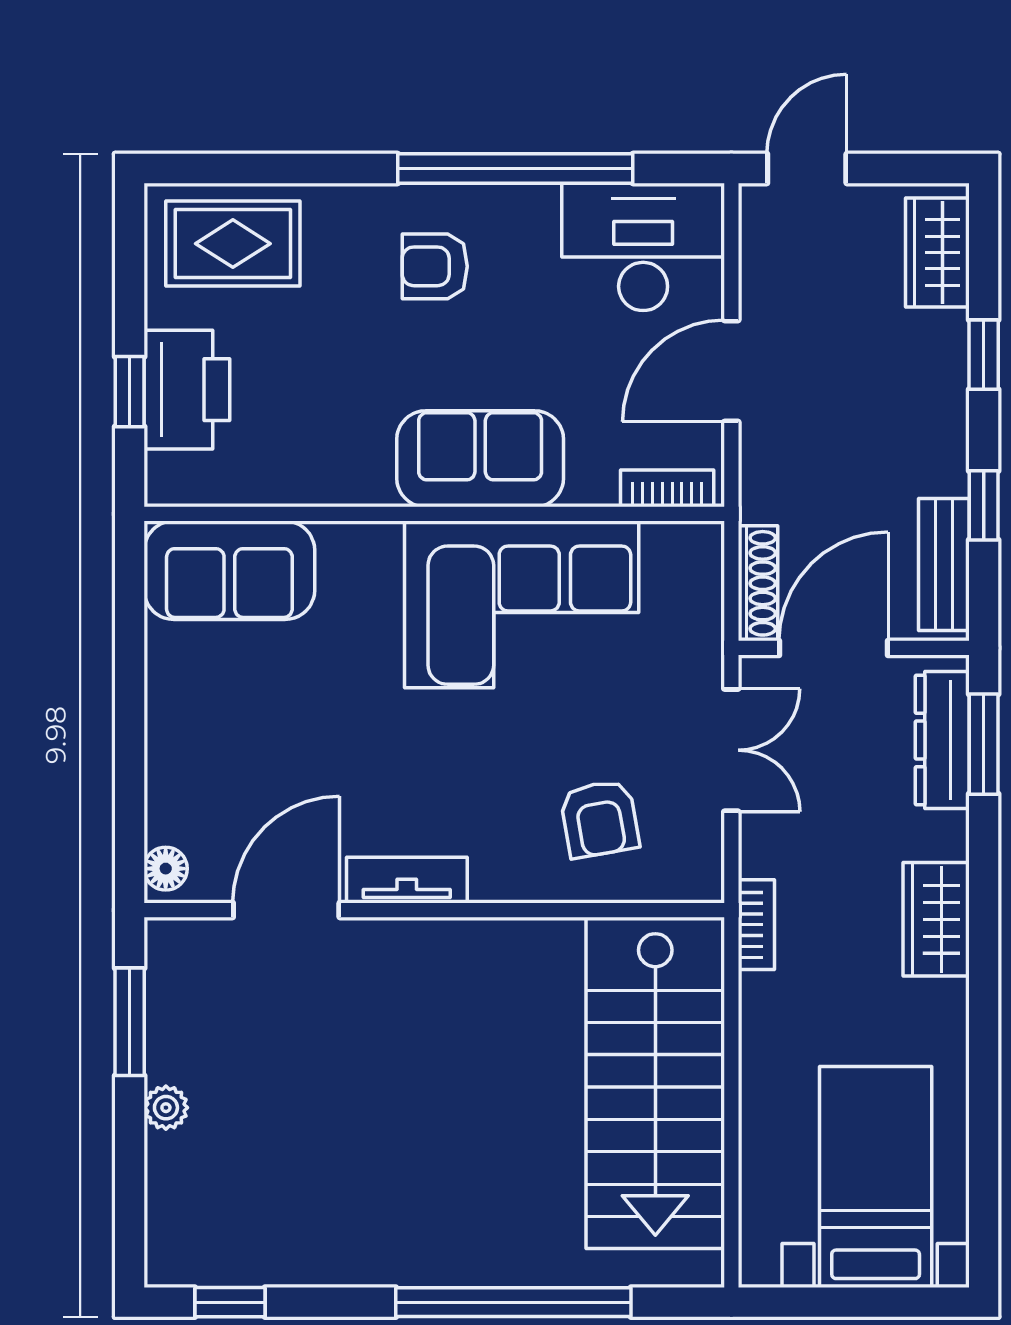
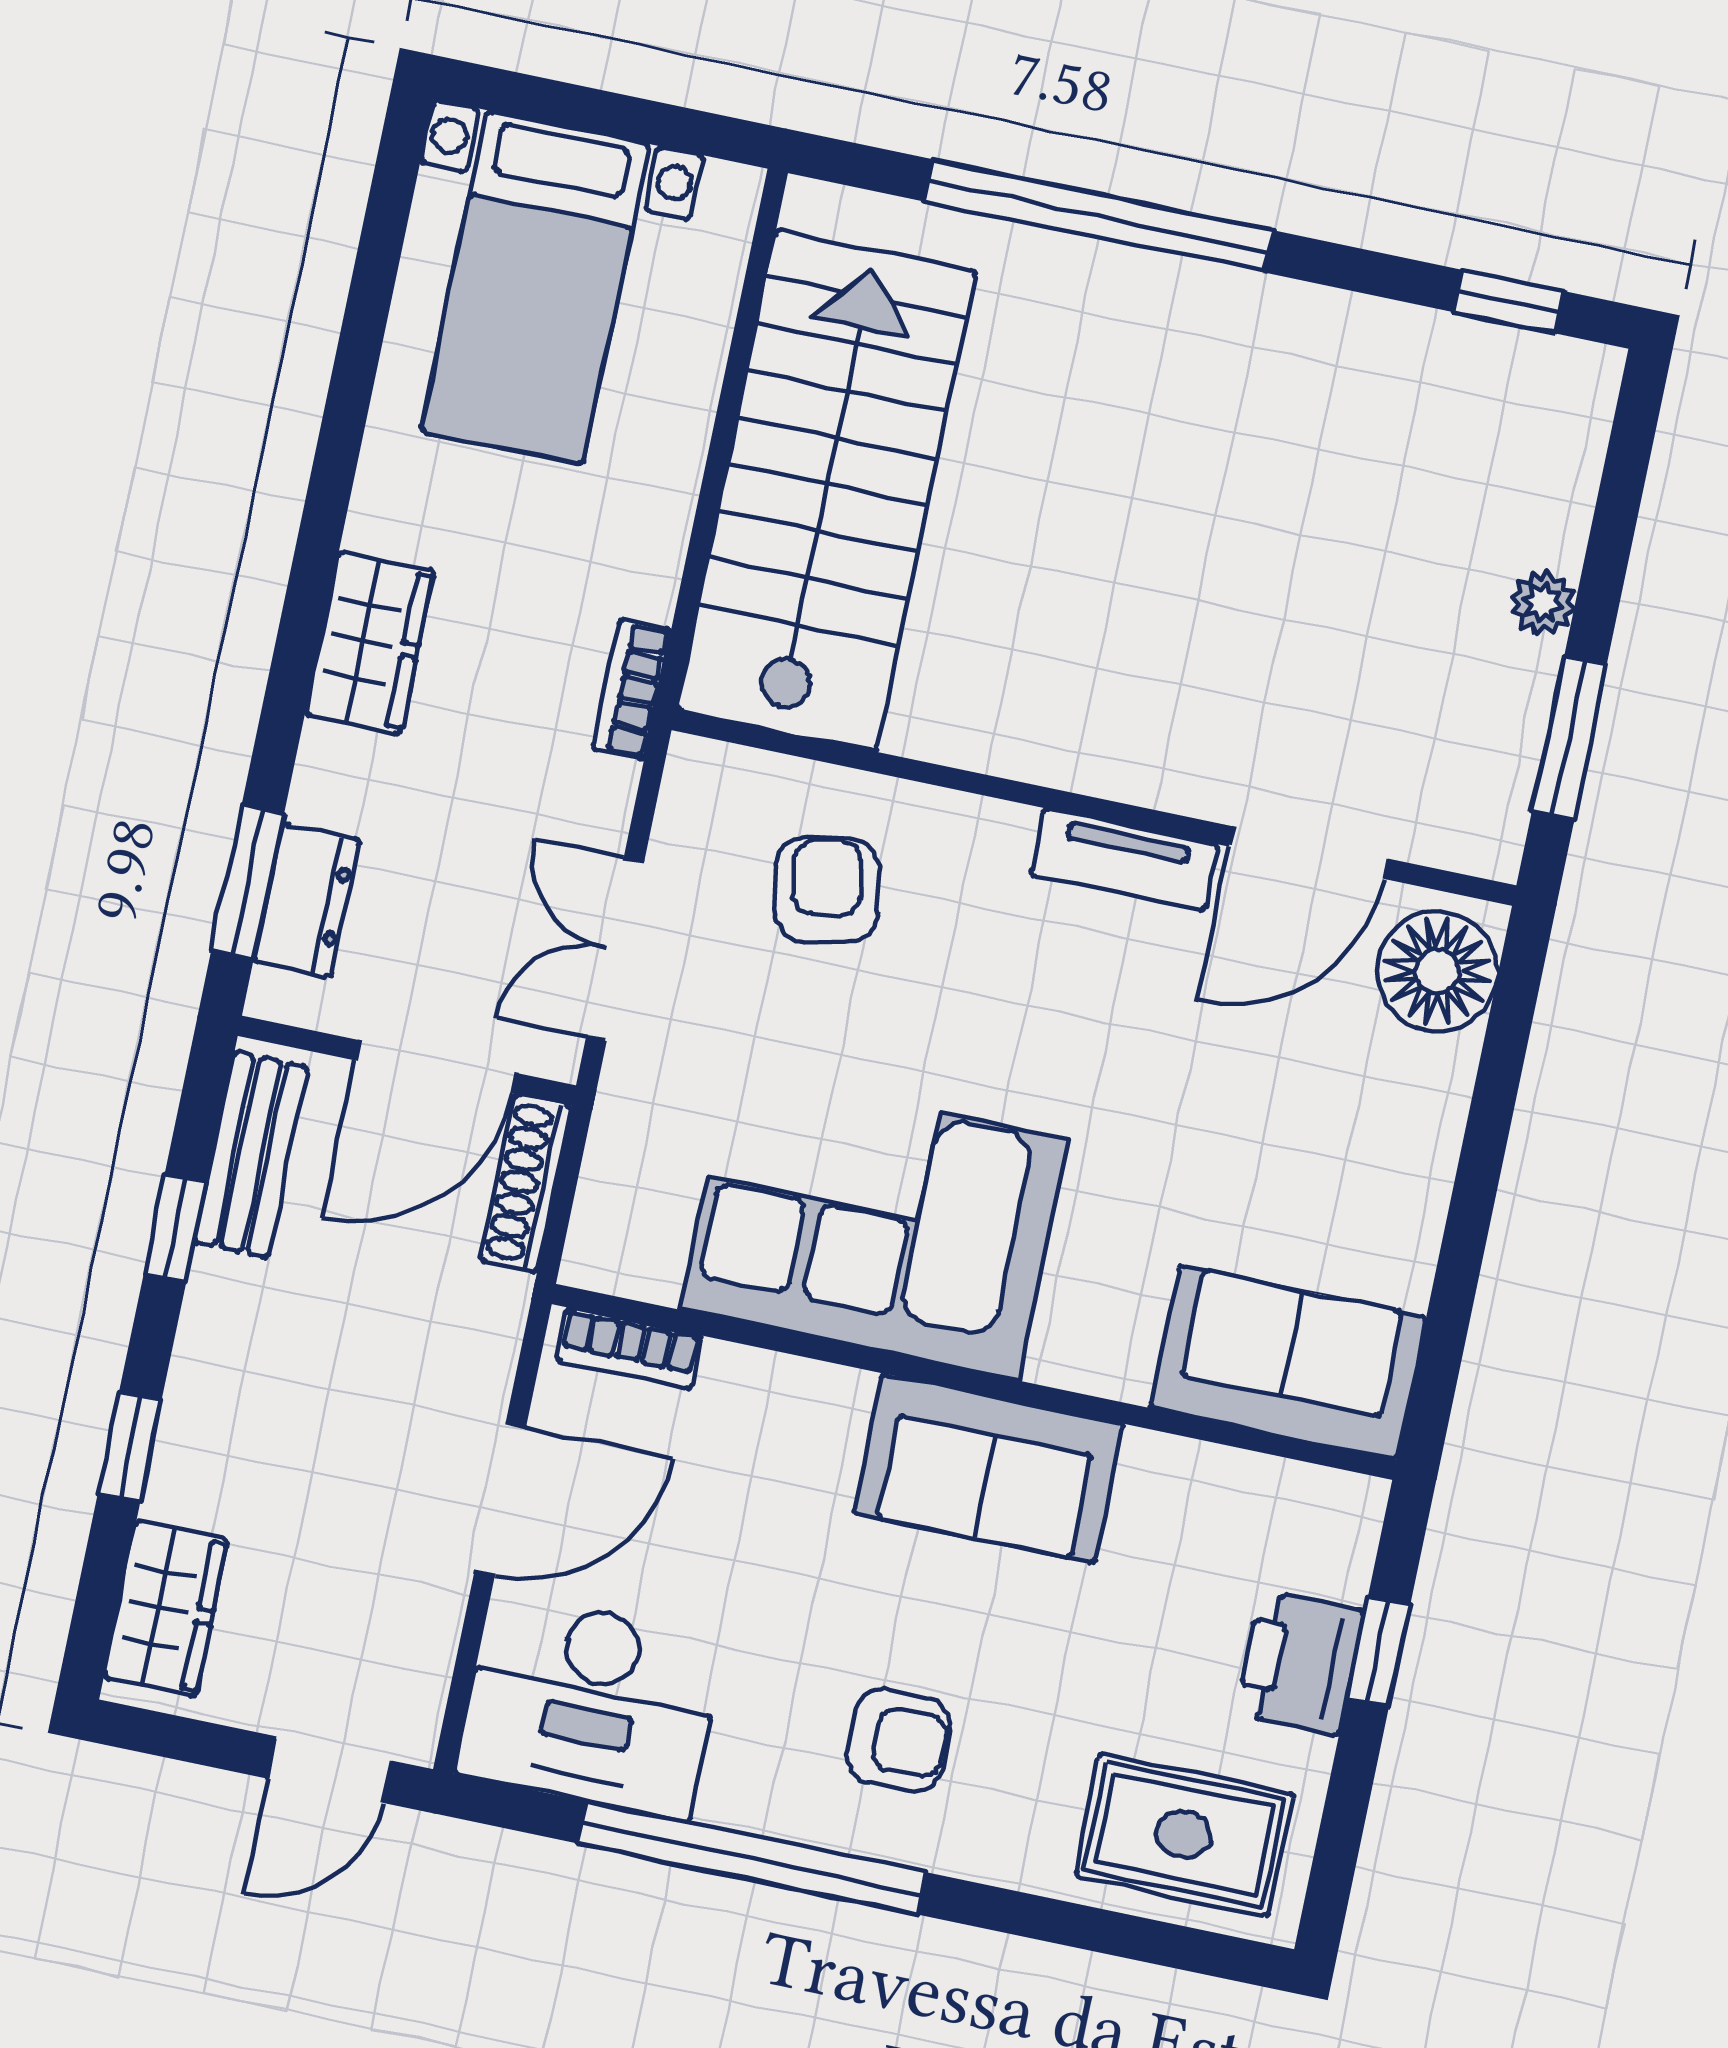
printer: (187, 390) -> (1300, 1663), width x0.73, depth x0.84
sofa: (480, 459) -> (989, 1468), moved
dresser: (942, 740) -> (306, 900), width x0.70
floor lamp: (166, 869) -> (1437, 971), width x1.89, depth x1.89

